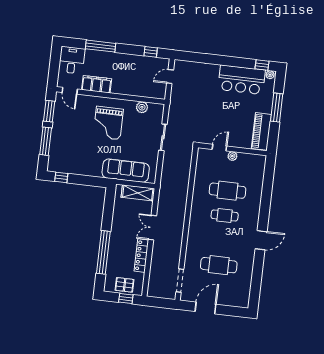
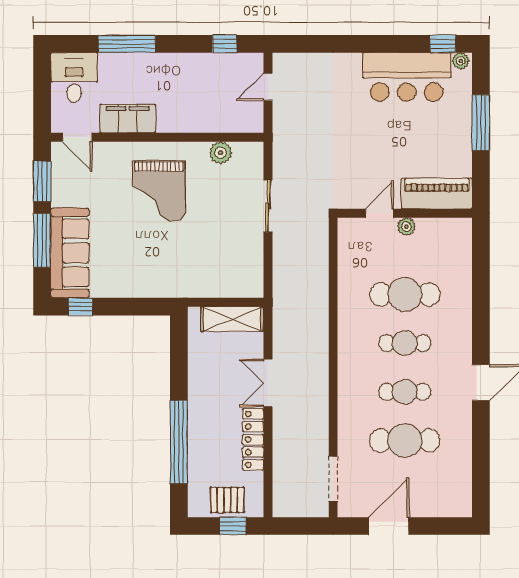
piano: (261, 131) -> (437, 194), moved, turned 90
sofa: (126, 171) -> (70, 253), moved, turned 90
cafe table: (222, 240) -> (405, 392), added

